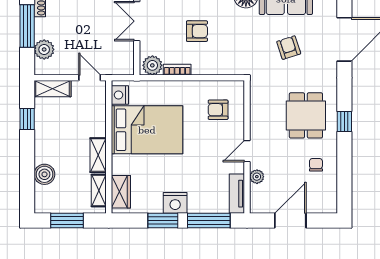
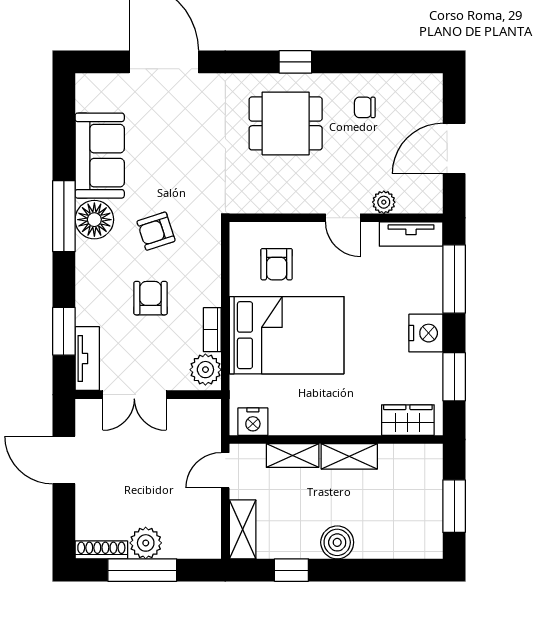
armchair: (289, 48) -> (156, 231), moved
plant: (44, 49) -> (146, 543), moved
bed: (147, 130) -> (287, 335), moved, turned 90
boiler: (44, 174) -> (337, 542), moved
shelving: (99, 190) -> (293, 456), moved
window: (163, 220) -> (454, 377), moved
door: (290, 220) -> (454, 148), hinge flipped

